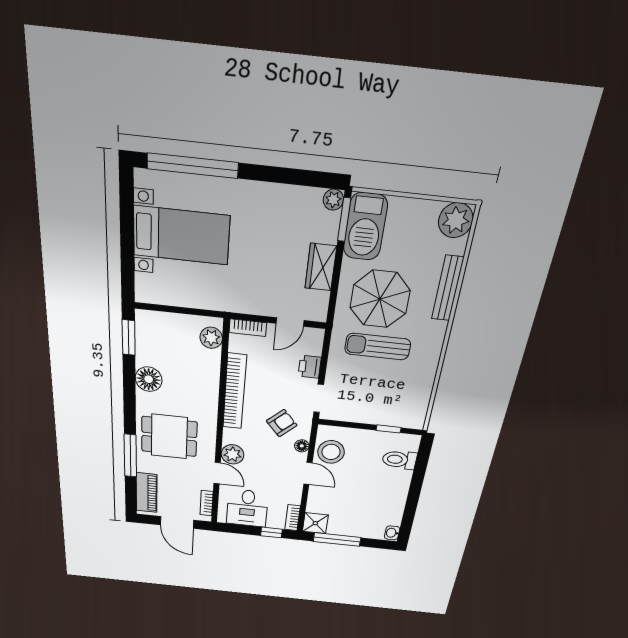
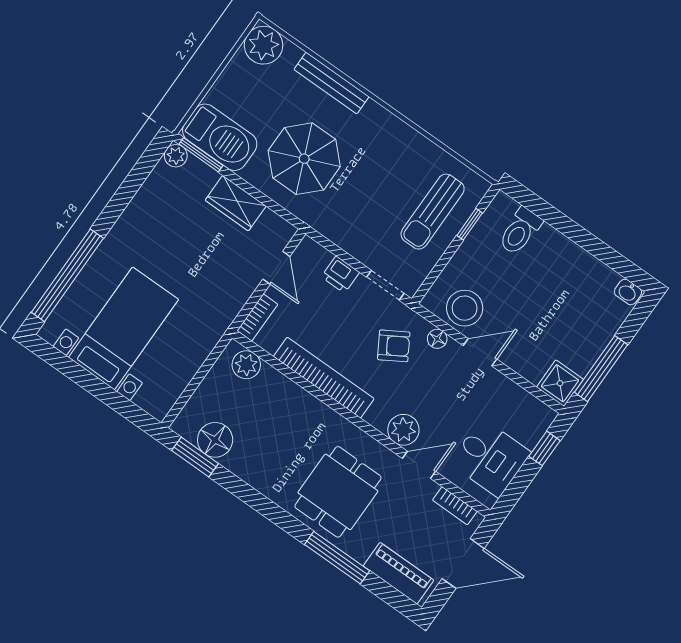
sun lounger: (378, 347) -> (433, 212), moved
floor lamp: (149, 379) -> (215, 440), moved
armchair: (282, 423) -> (394, 346), turned 101
bookcase: (293, 518) -> (536, 408), removed

